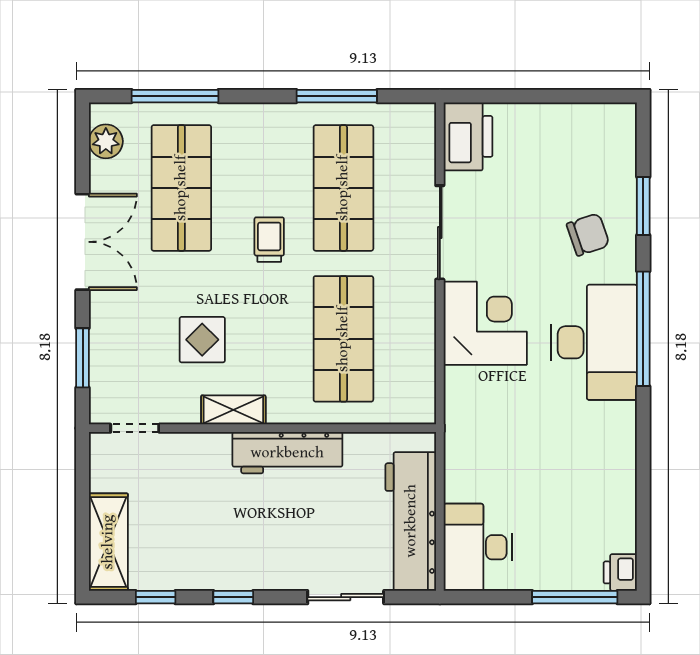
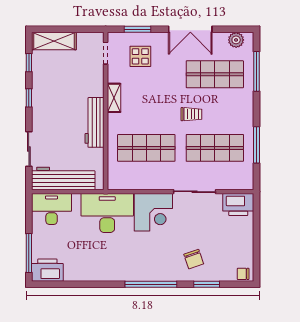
chair: (621, 126) -> (243, 274), added
display table: (202, 340) -> (140, 56), moved
desk: (594, 342) -> (107, 213), moved, turned 180
printer: (620, 572) -> (47, 270), width x1.87, depth x1.48

